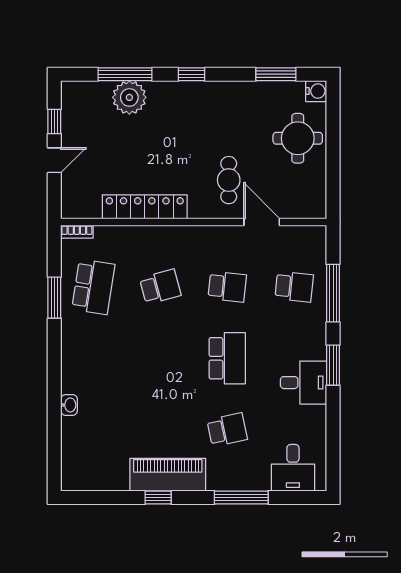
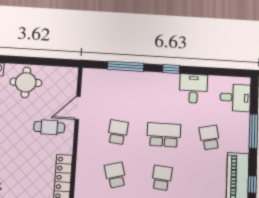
school desk: (294, 287) -> (162, 178), moved
window: (333, 365) -> (171, 69), width x0.67
desk: (304, 383) -> (193, 89), moved

